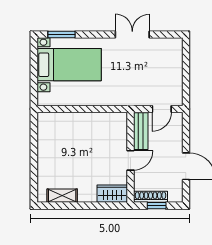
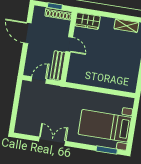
double door: (132, 34) -> (52, 141), swing flipped
door: (131, 160) -> (69, 44), swing flipped

